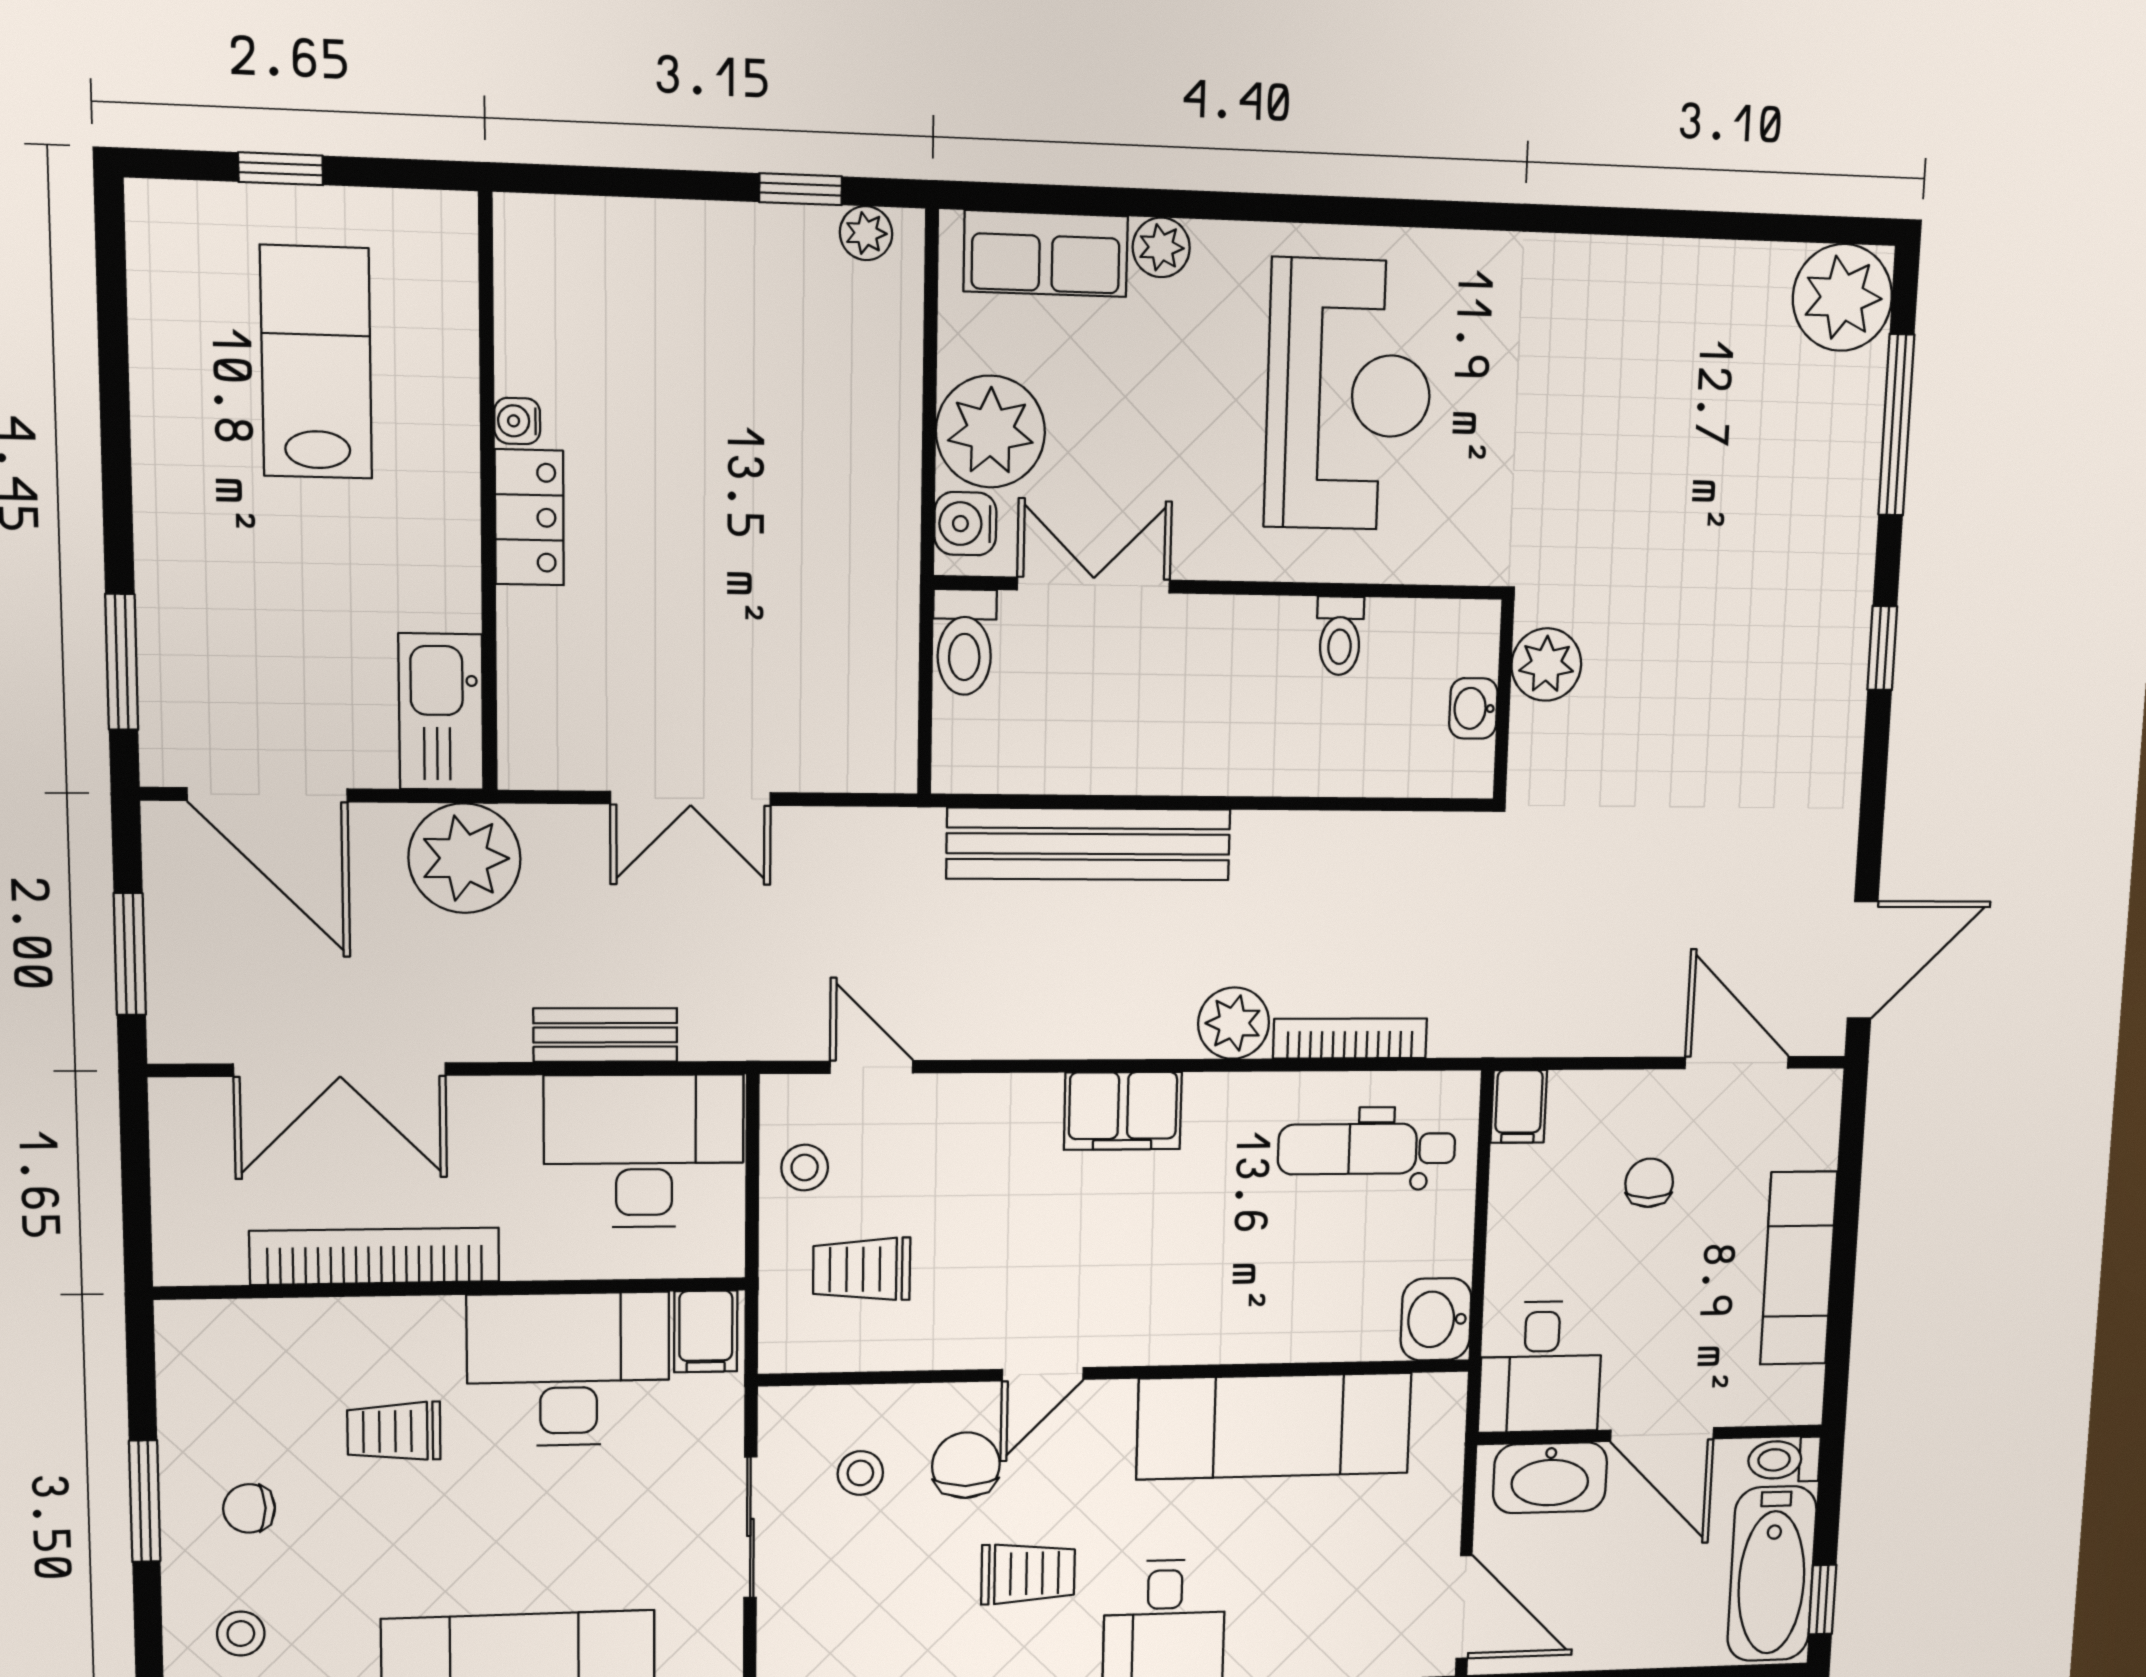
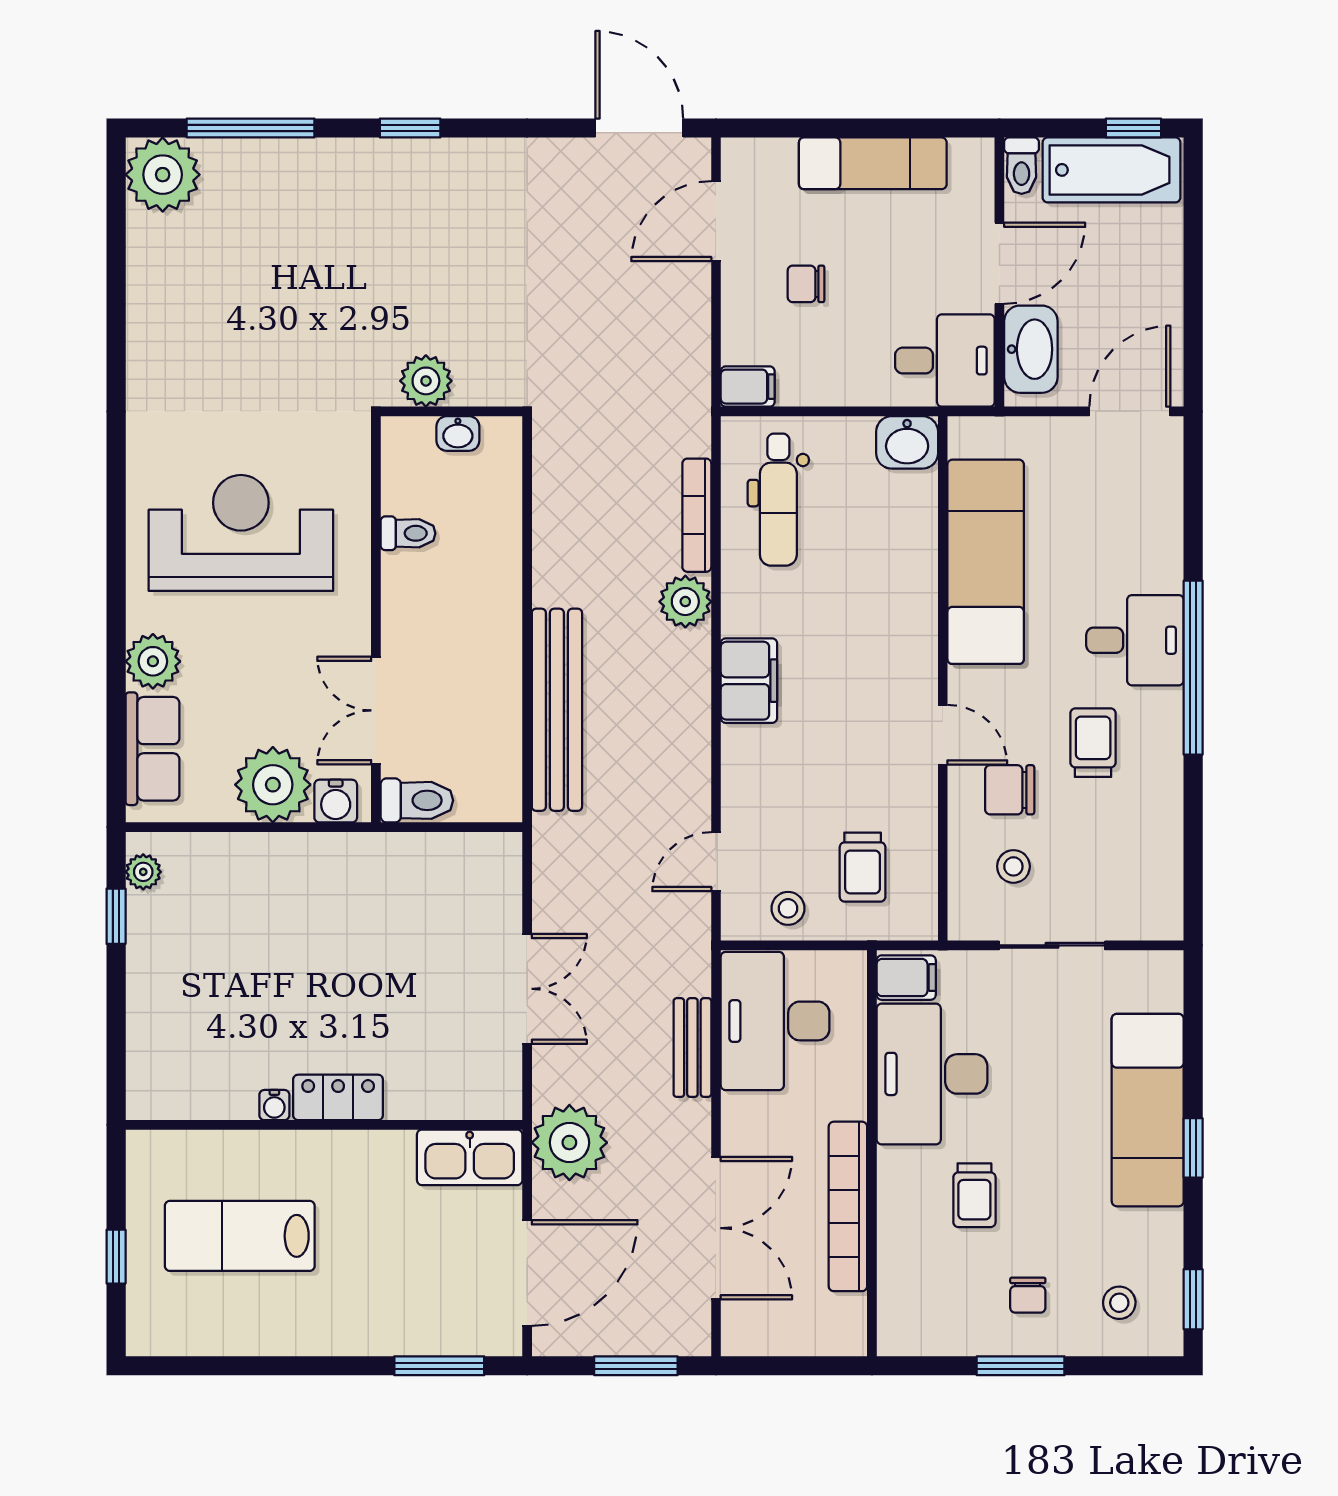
plant: (1161, 247) -> (153, 661), width x1.38, depth x1.38

